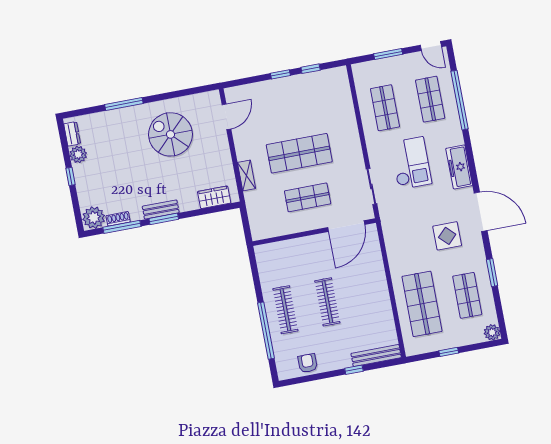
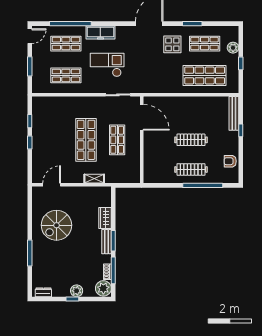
door: (226, 117) -> (52, 185), hinge flipped
plant: (78, 154) -> (77, 291), moved
freezer: (459, 167) -> (100, 32), moved
wardrobe: (214, 197) -> (105, 218), moved
display table: (447, 236) -> (172, 44), moved
plant: (492, 332) -> (233, 48), moved

